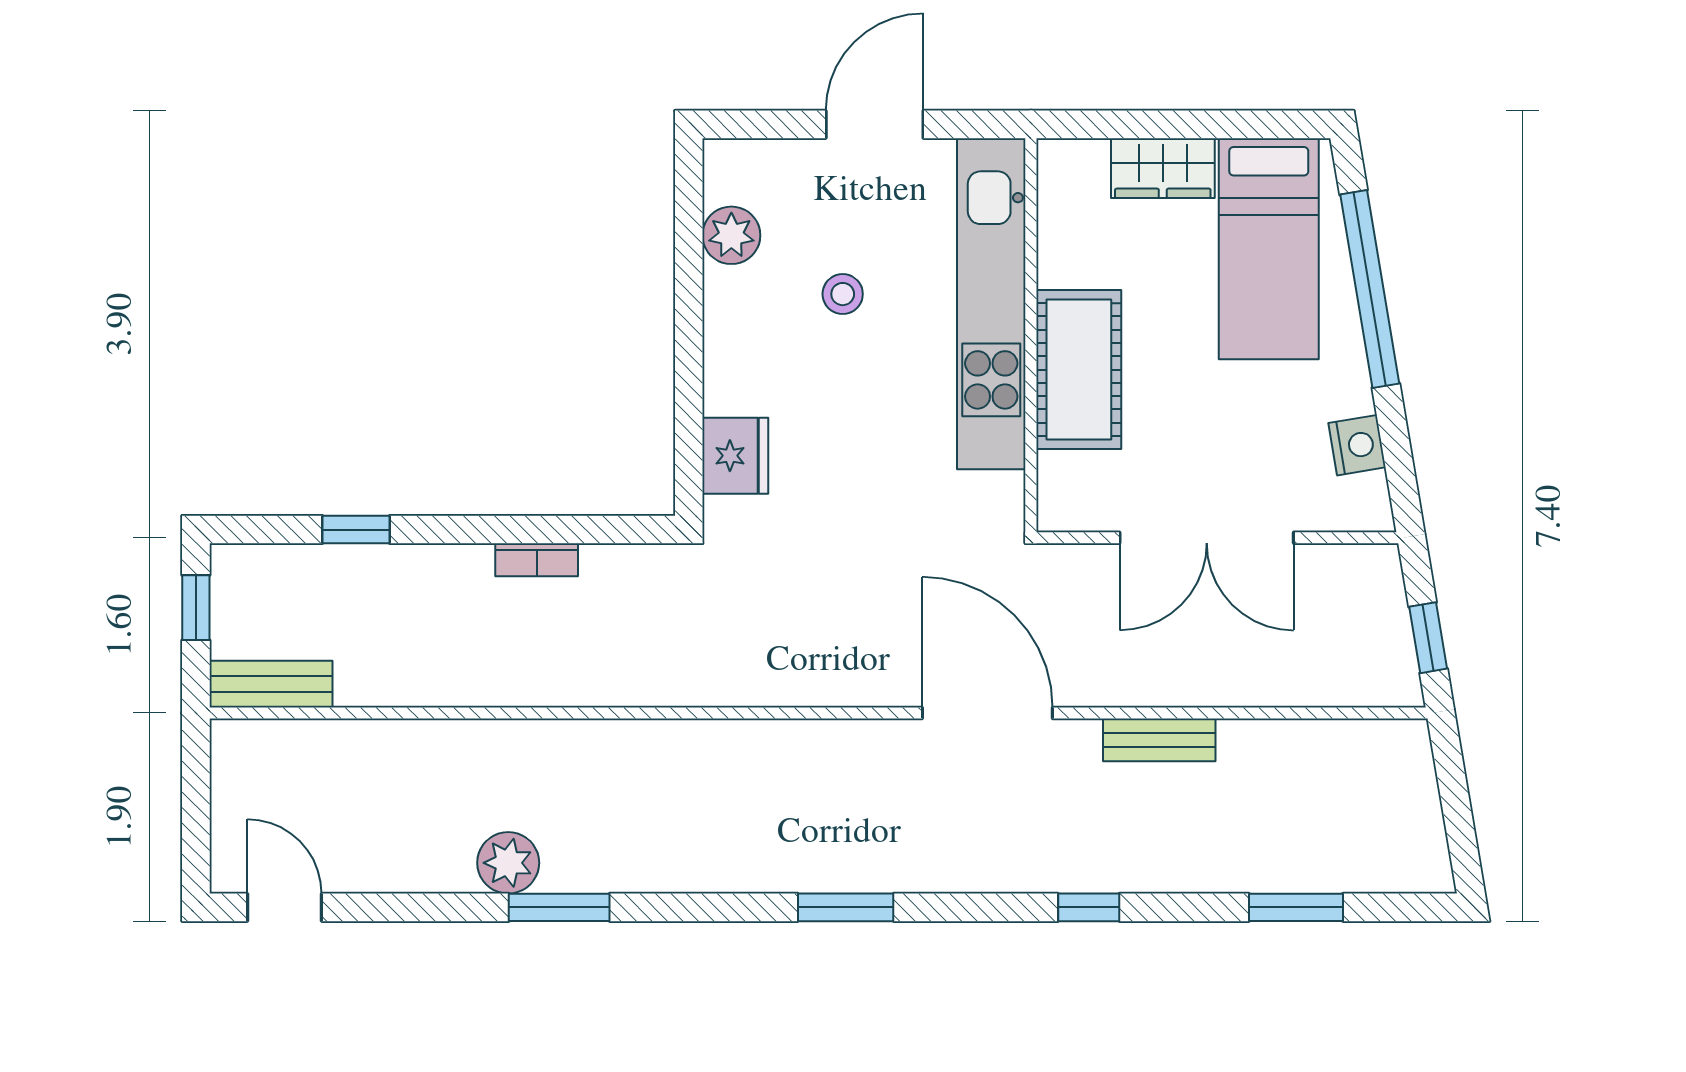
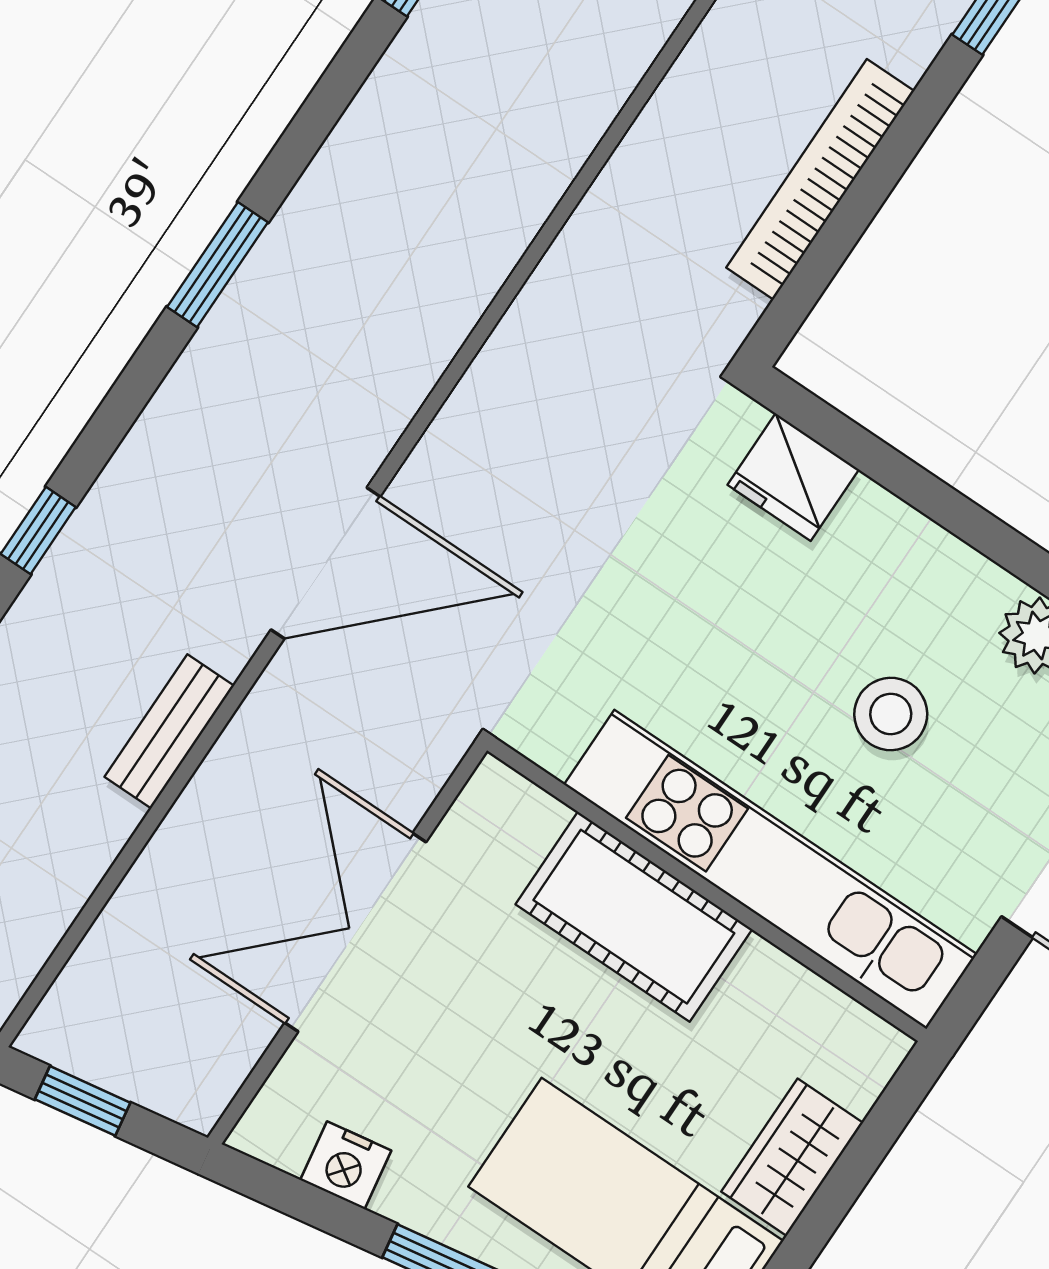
stool: (843, 294) -> (891, 714), width x1.37, depth x1.37
bookcase: (537, 560) -> (820, 179), width x2.31, depth x1.31

